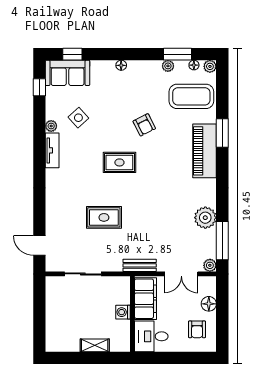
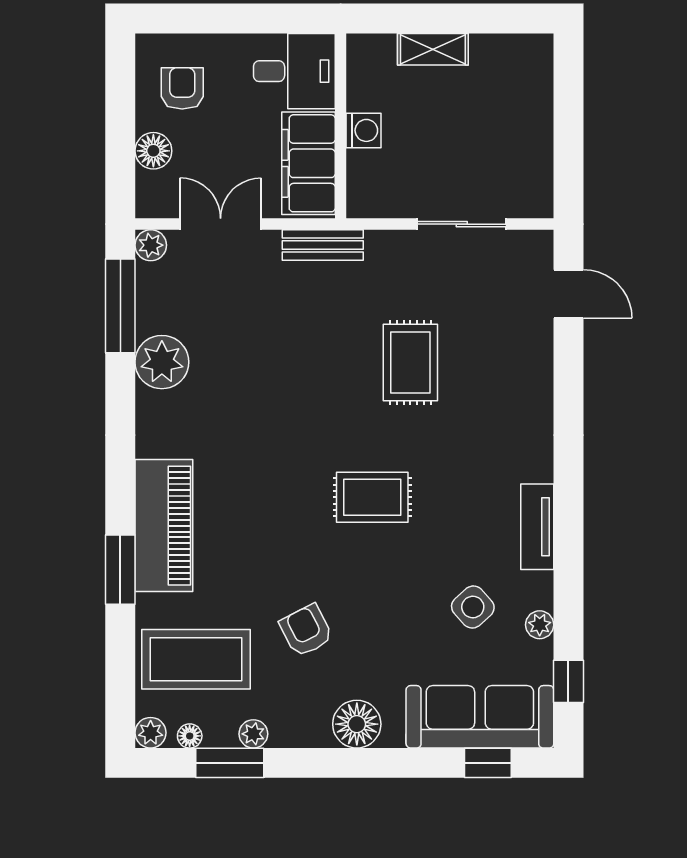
floor lamp: (121, 65) -> (357, 724), width x1.89, depth x1.89
sofa: (68, 73) -> (480, 717), width x1.36
armchair: (144, 125) -> (306, 630), moved
plant: (51, 126) -> (540, 625), moved
rug: (104, 217) -> (410, 363), turned 90

